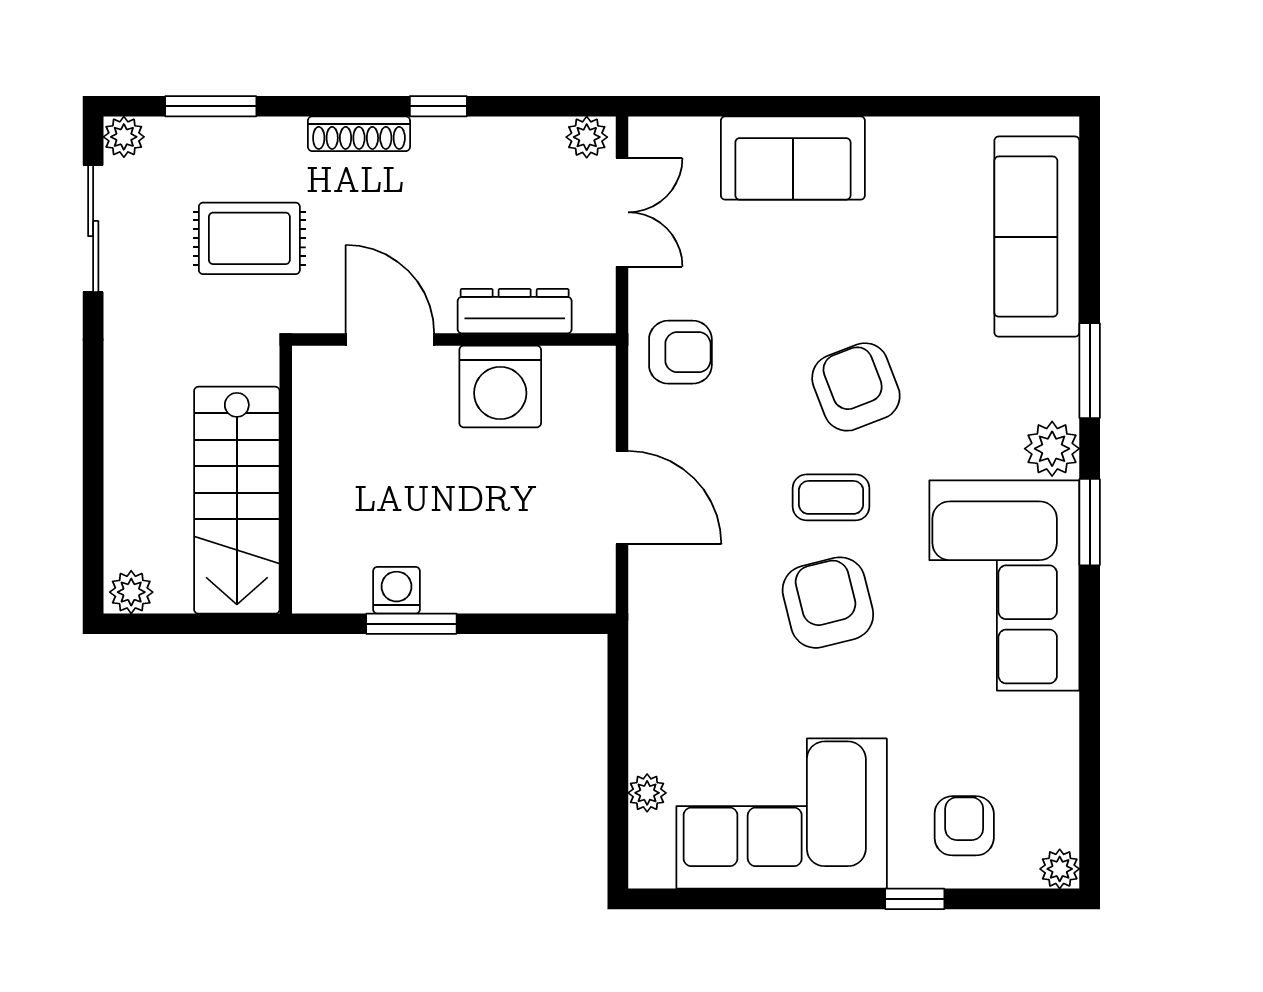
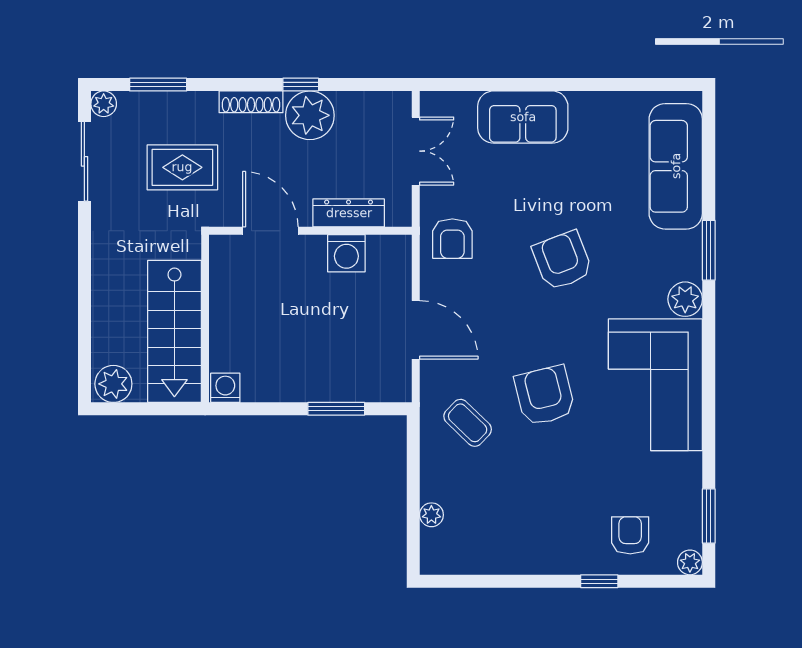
plant: (587, 137) -> (310, 115), moved, width x1.88, depth x1.88
armchair: (680, 352) -> (452, 239), turned 90
washing machine: (500, 386) -> (346, 253), width x0.73, depth x0.73
coffee table: (831, 497) -> (468, 423), moved, turned 44
window: (1090, 522) -> (709, 516), moved
washing machine: (396, 590) -> (225, 388), moved
plant: (131, 592) -> (113, 384), width x1.38, depth x1.38
window: (411, 624) -> (336, 409), moved
corner sofa: (782, 814) -> (516, 528), removed

